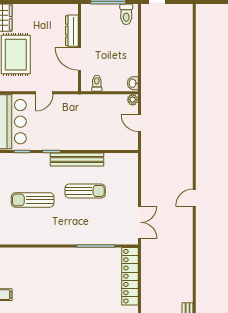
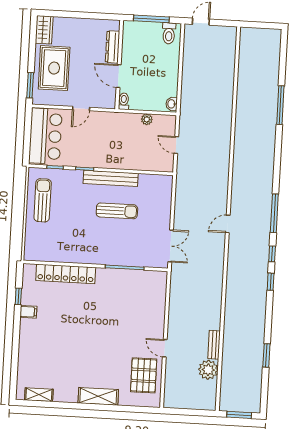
toilet: (97, 83) -> (124, 101), moved
plant: (133, 100) -> (147, 119), moved
sun lounger: (33, 200) -> (43, 200), moved, turned 90
locker: (130, 276) -> (66, 274), moved, turned -90

